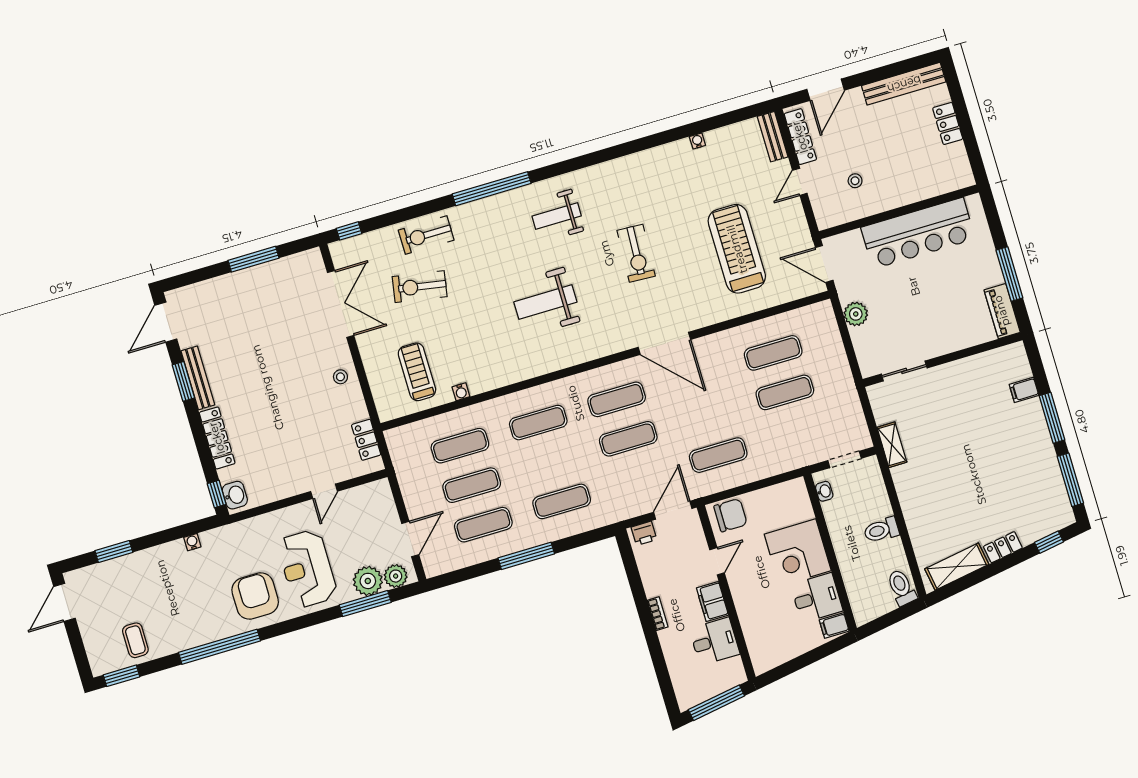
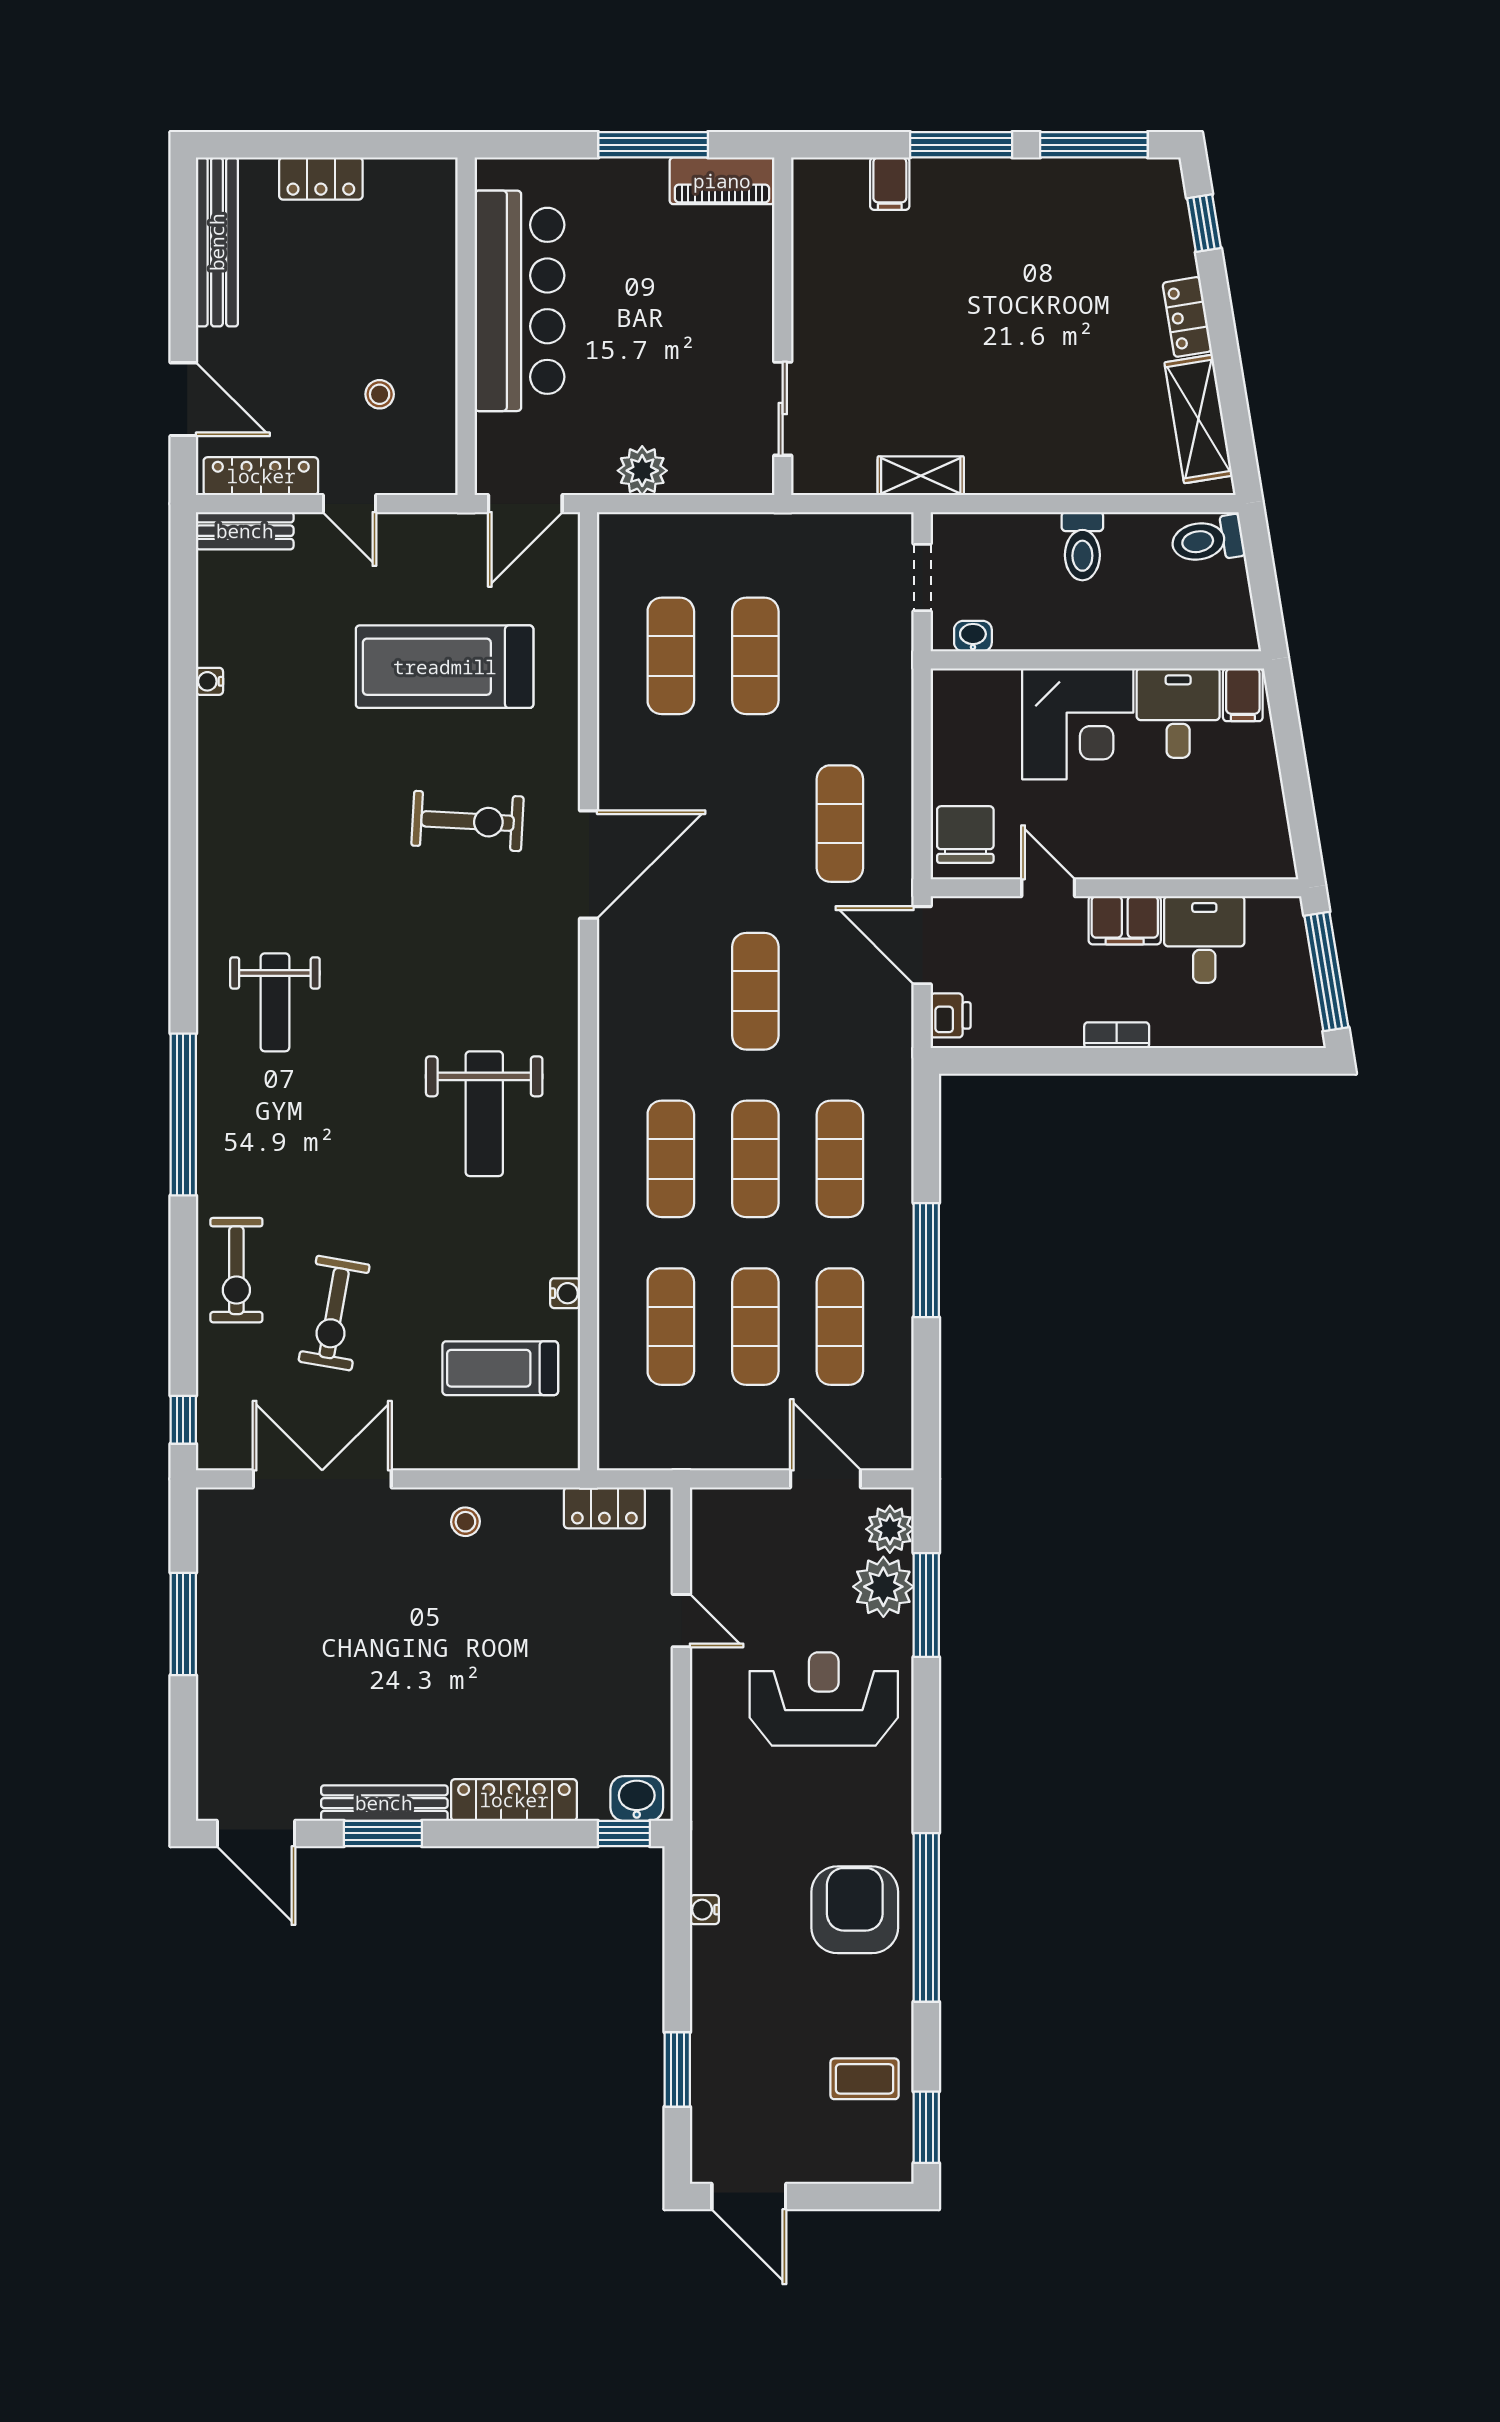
exercise bike: (636, 253) -> (468, 821), moved
weight bench: (545, 302) -> (484, 1114), moved
exercise mat: (617, 399) -> (755, 1159), moved
reception desk: (307, 569) -> (824, 1699), turned 180
armchair: (255, 596) -> (855, 1910), moved, turned 90

